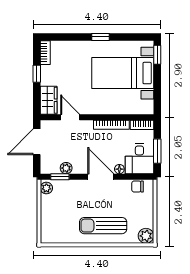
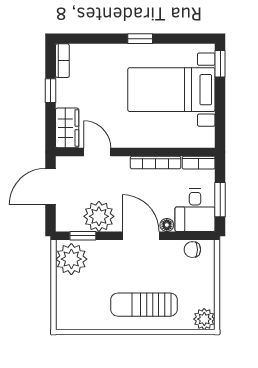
plant: (66, 168) -> (99, 216), width x1.87, depth x1.87
plant: (46, 188) -> (71, 259), width x1.87, depth x1.87

